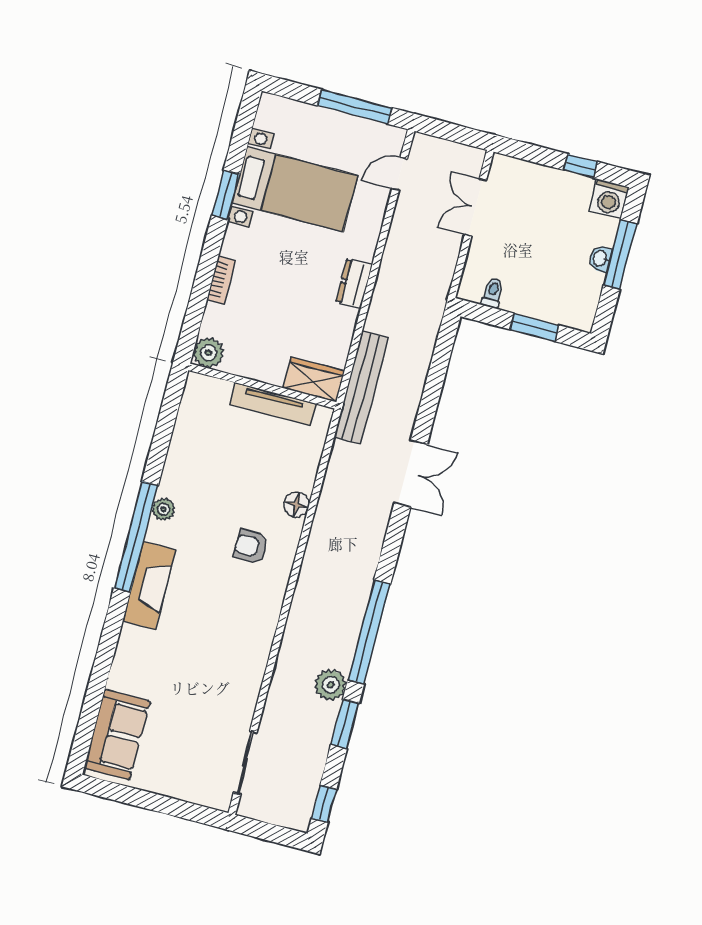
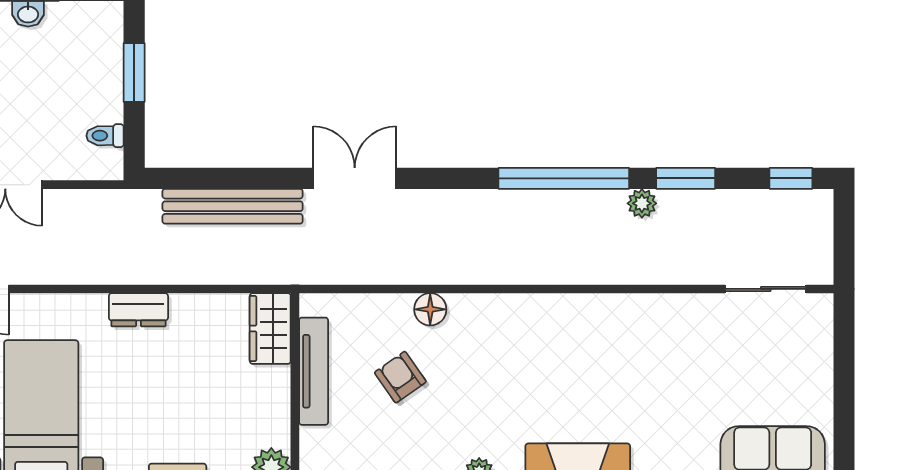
bench: (361, 387) -> (233, 206), moved
armchair: (251, 547) -> (400, 377), moved, turned 145
plant: (331, 685) -> (642, 203), width x0.73, depth x0.73

